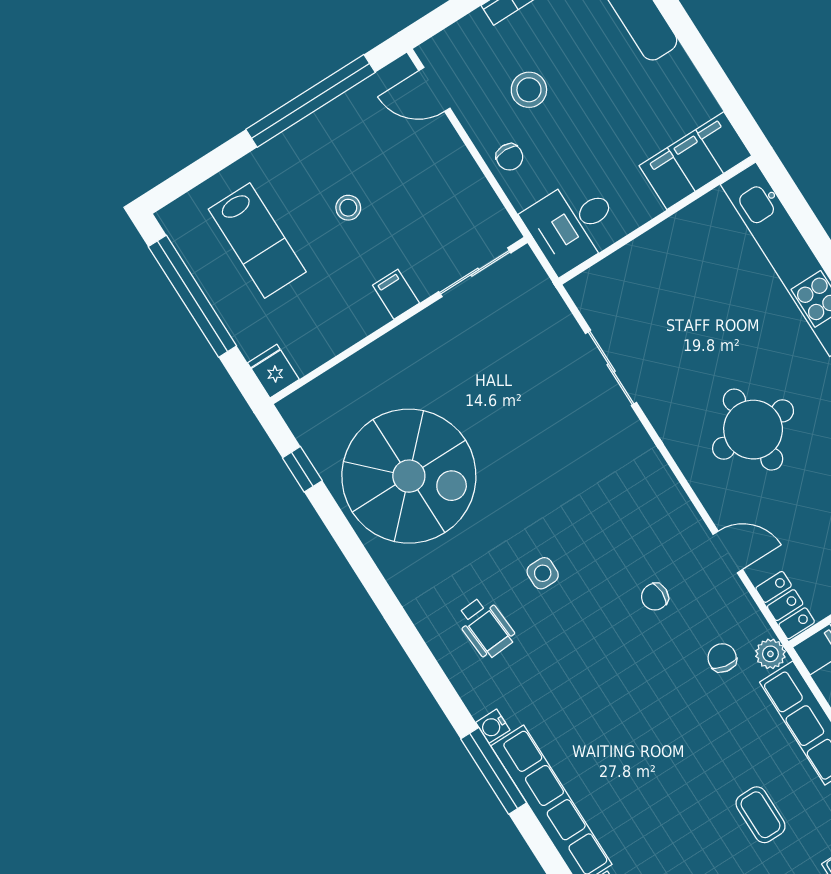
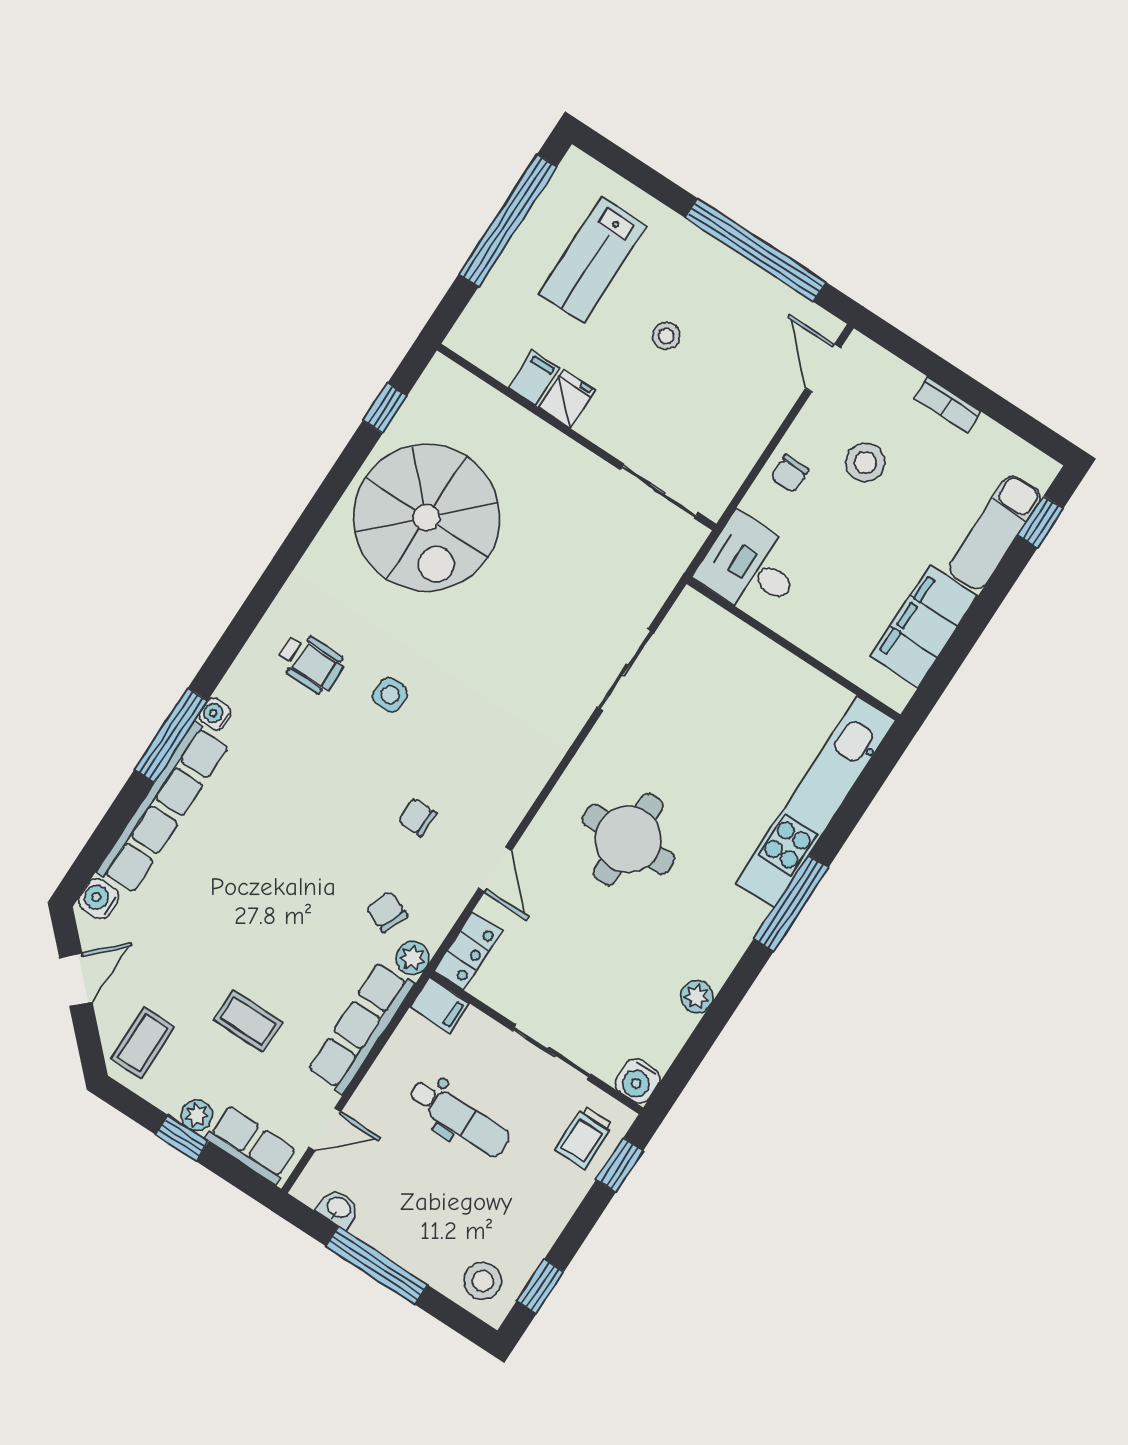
filing cabinet: (695, 161) -> (924, 626), moved, turned -90
filing cabinet: (396, 294) -> (534, 378), moved
fridge: (273, 371) -> (567, 399), moved
wheelchair: (486, 627) -> (310, 662), turned -86
chair: (722, 658) -> (387, 912), turned -79
coffee table: (761, 815) -> (248, 1021), turned 90

